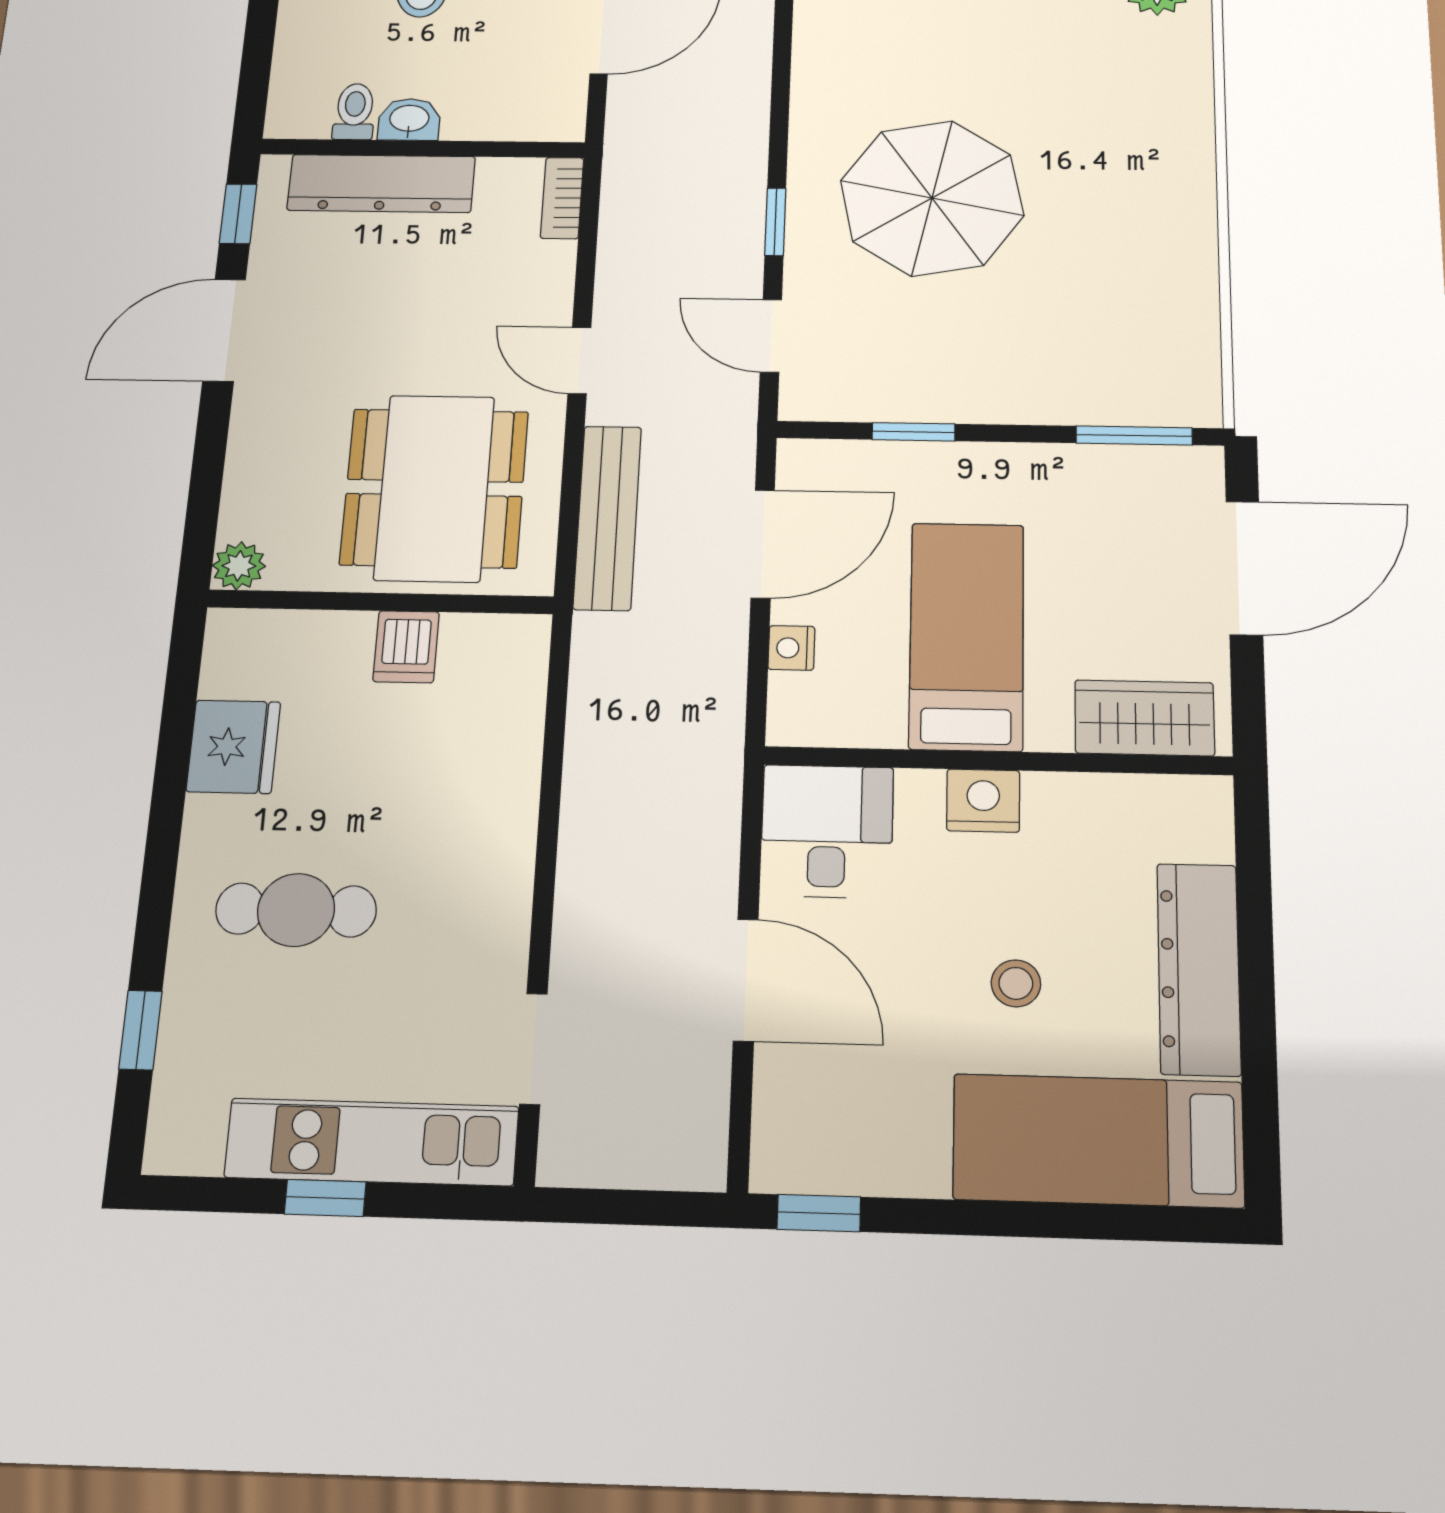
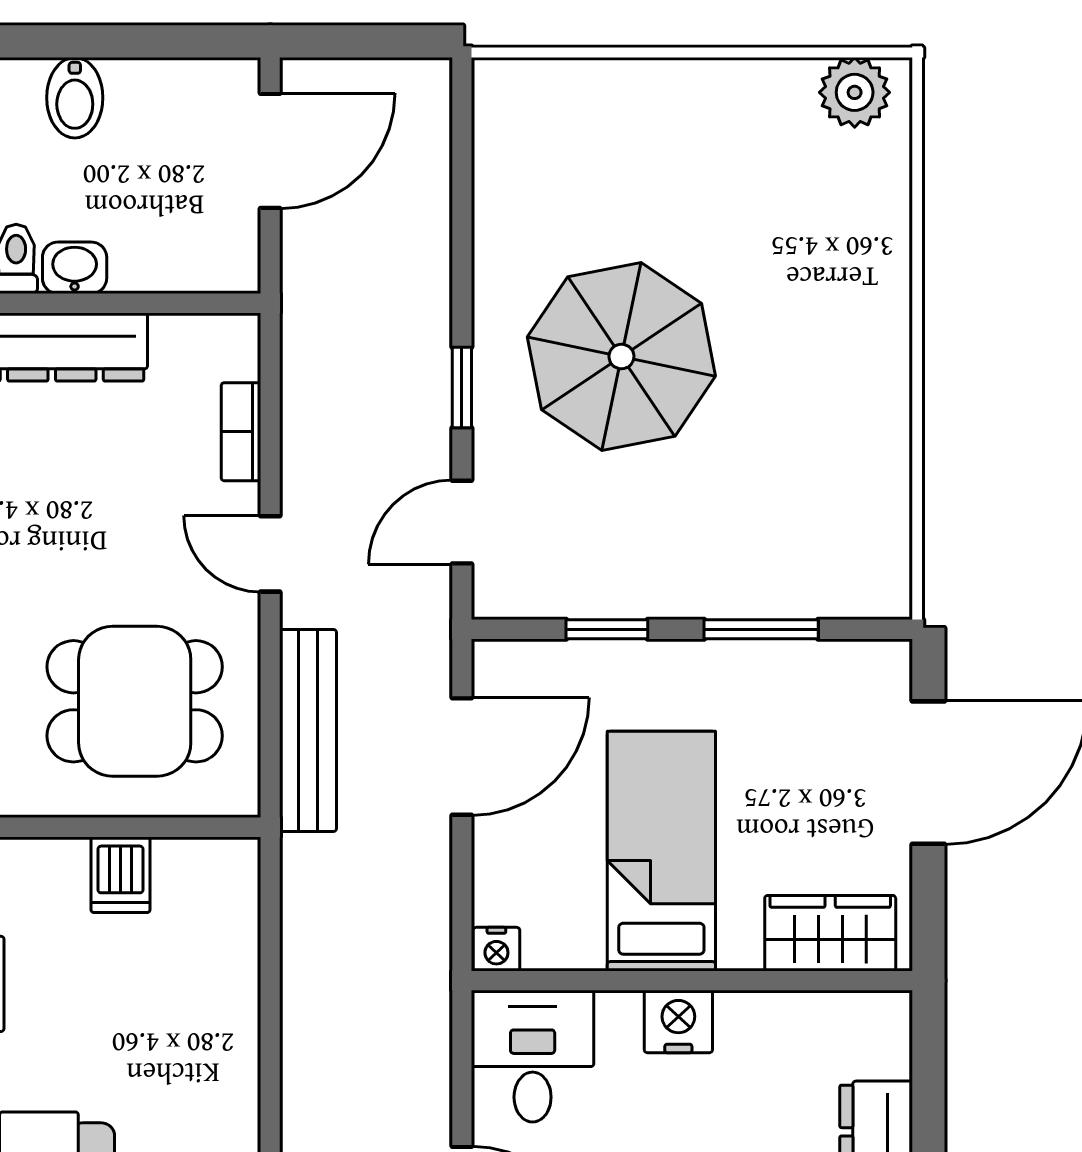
bookcase: (562, 198) -> (241, 432), moved
door: (771, 336) -> (462, 522), hinge flipped
window: (1134, 435) -> (761, 629), moved
dining table: (434, 488) -> (135, 701), width x0.73
nightstand: (791, 648) -> (496, 949), moved, turned -90

